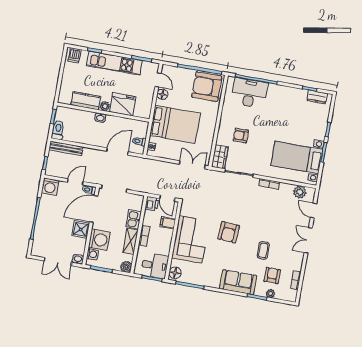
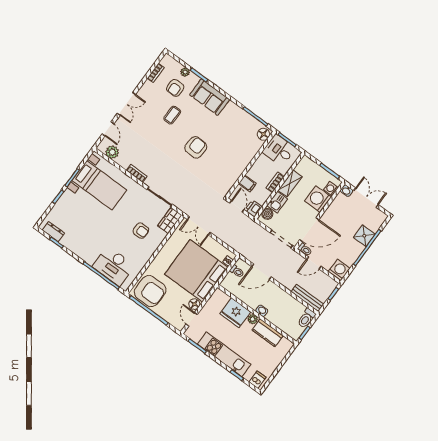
bed: (175, 124) -> (196, 271), width x1.36
shower: (81, 229) -> (364, 236), moved
corner sofa: (191, 240) -> (234, 158), removed
boiler: (126, 267) -> (267, 214), moved

